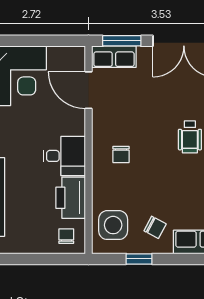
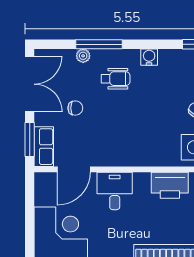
chair: (121, 154) -> (75, 108), moved
desk: (64, 156) -> (115, 191), moved

